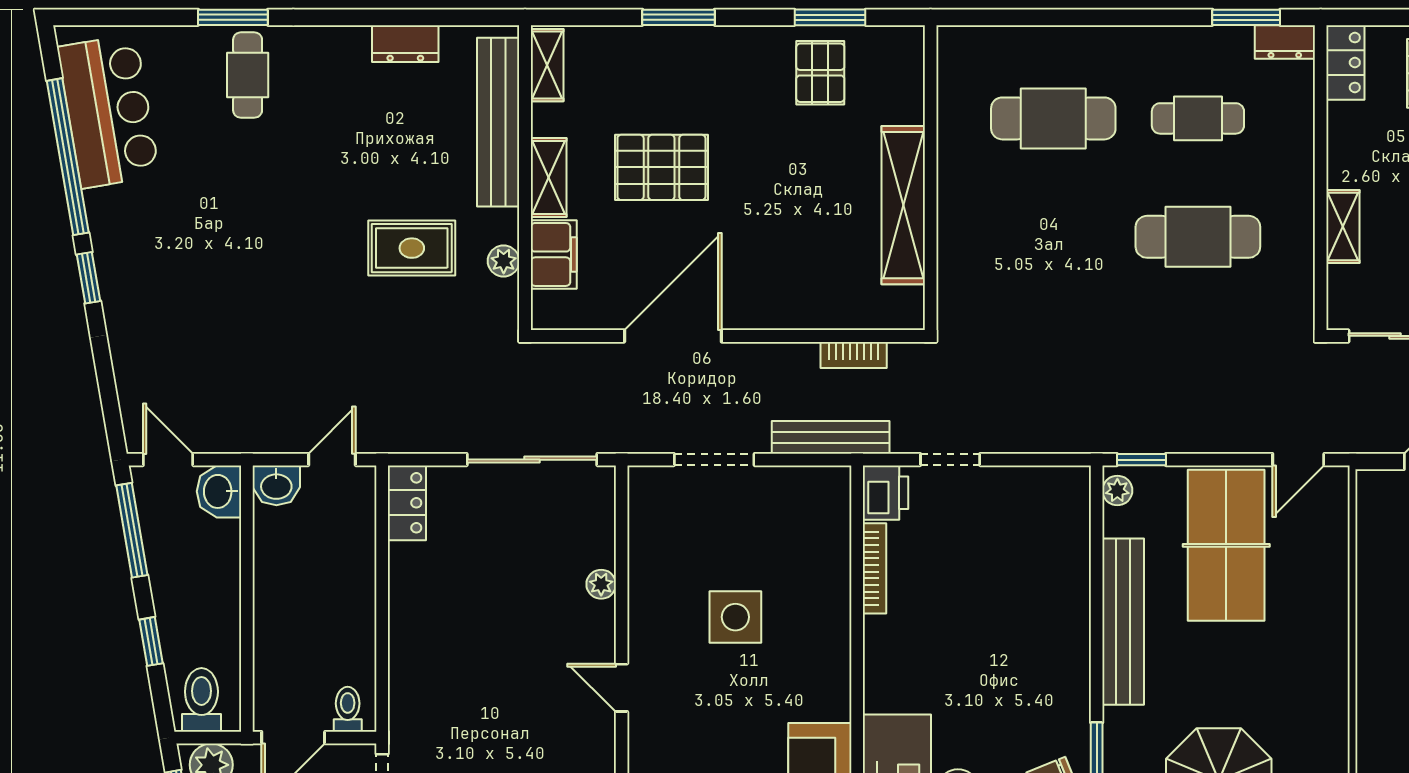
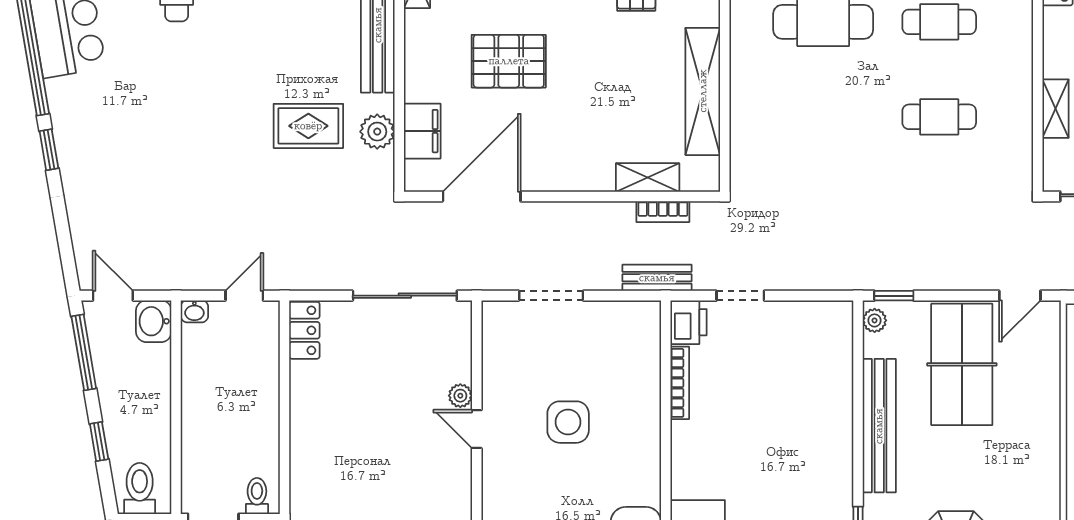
shelving: (549, 177) -> (648, 177), moved, turned 90
cafe table: (1198, 237) -> (939, 117), width x0.73, depth x0.74
plant: (504, 261) -> (377, 132), width x1.38, depth x1.38
door: (673, 336) -> (482, 196), moved
bench: (831, 437) -> (657, 278), width x0.73
washbasin: (276, 485) -> (194, 311), width x0.72, depth x0.69
door: (622, 688) -> (477, 429), moved

